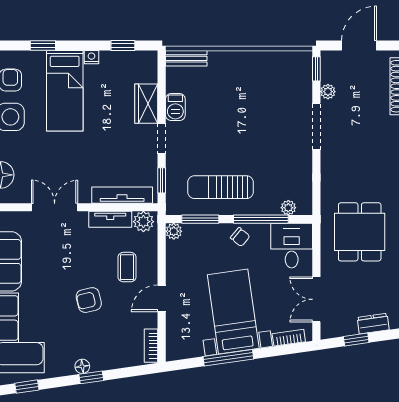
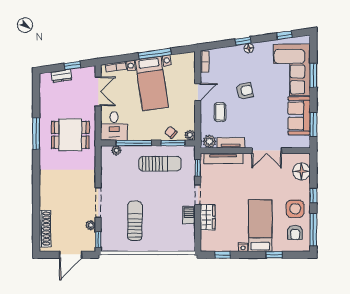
bench: (186, 58) -> (182, 246), removed
sun lounger: (259, 98) -> (135, 221), added
dining table: (360, 232) -> (70, 135), turned 90
chair: (240, 237) -> (171, 132), moved

